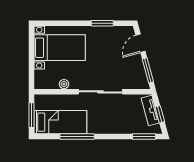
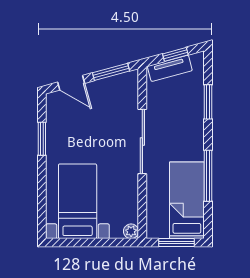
plant: (64, 84) -> (131, 231), moved
window: (144, 137) -> (208, 102), moved

